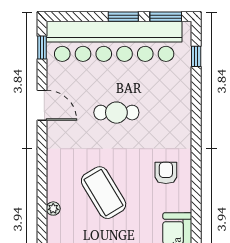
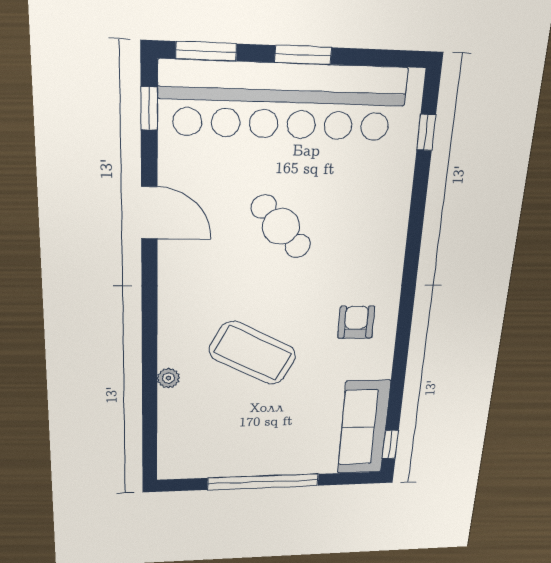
window: (166, 17) -> (206, 51), moved
cafe table: (116, 113) -> (281, 226), turned 48
coffee table: (104, 193) -> (253, 353), turned -32

